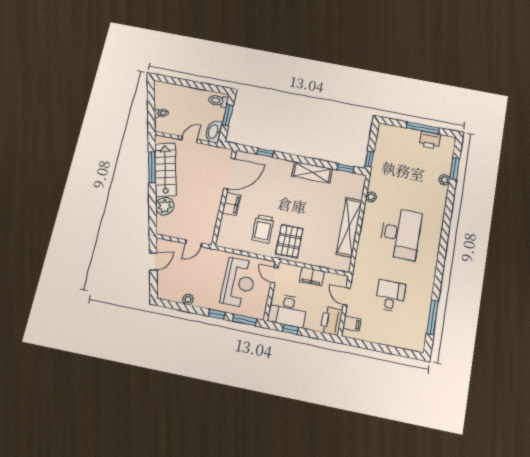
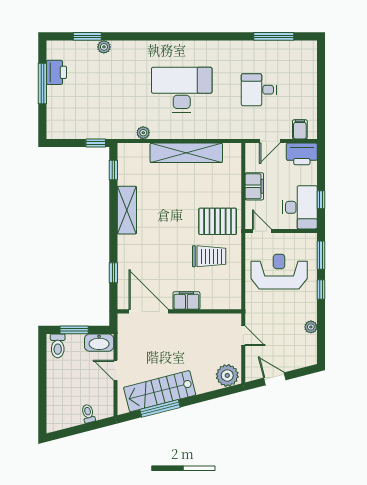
plant: (165, 206) -> (227, 375), moved
door: (274, 275) -> (262, 231), swing flipped

